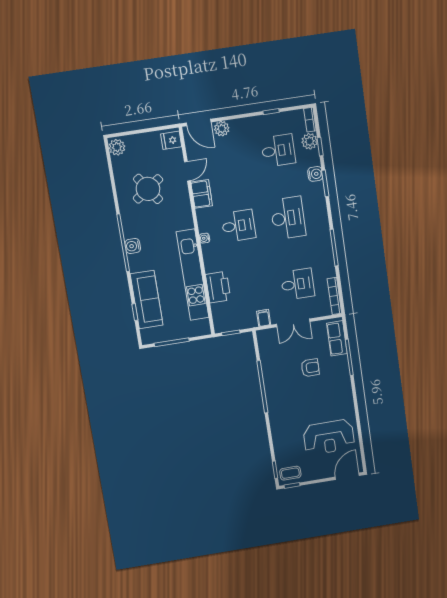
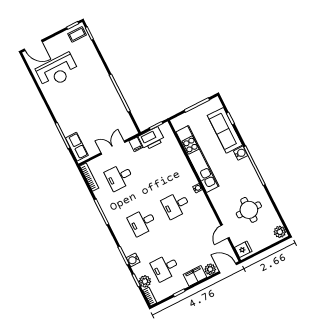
round table: (148, 189) -> (249, 210), turned 35
filing cabinet: (202, 194) -> (195, 276), moved, turned 90
desk: (288, 218) -> (142, 222), width x0.73
water cooler: (133, 246) -> (241, 153), moved
printer: (218, 287) -> (151, 138), moved, turned -90
armchair: (310, 368) -> (89, 119), removed
reception desk: (329, 437) -> (57, 71), turned 180
door: (347, 476) -> (33, 45), hinge flipped

